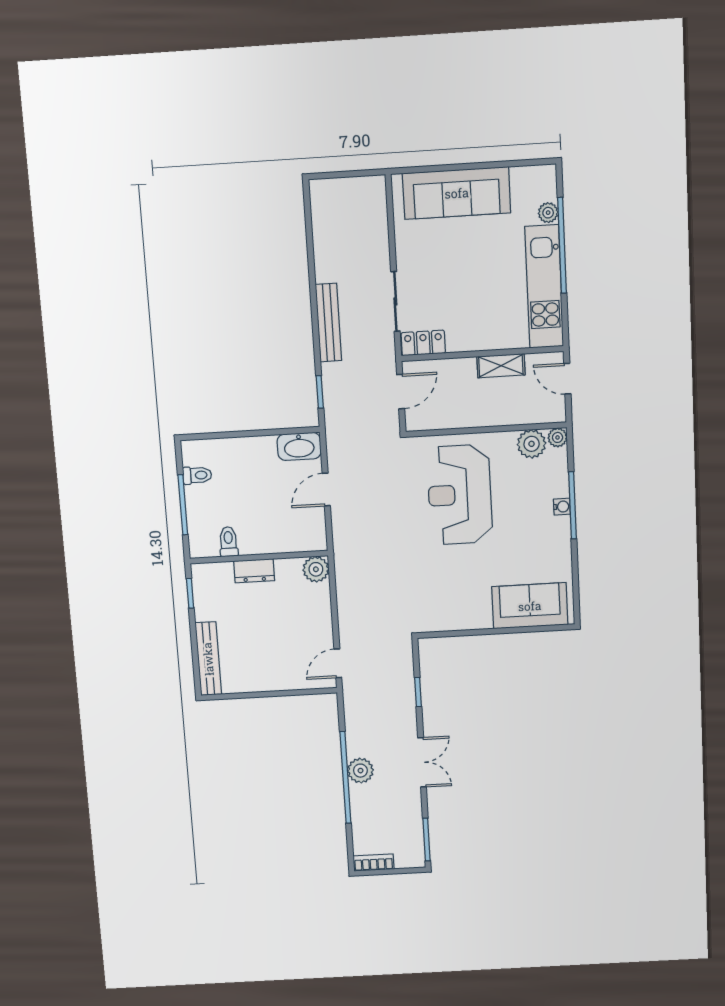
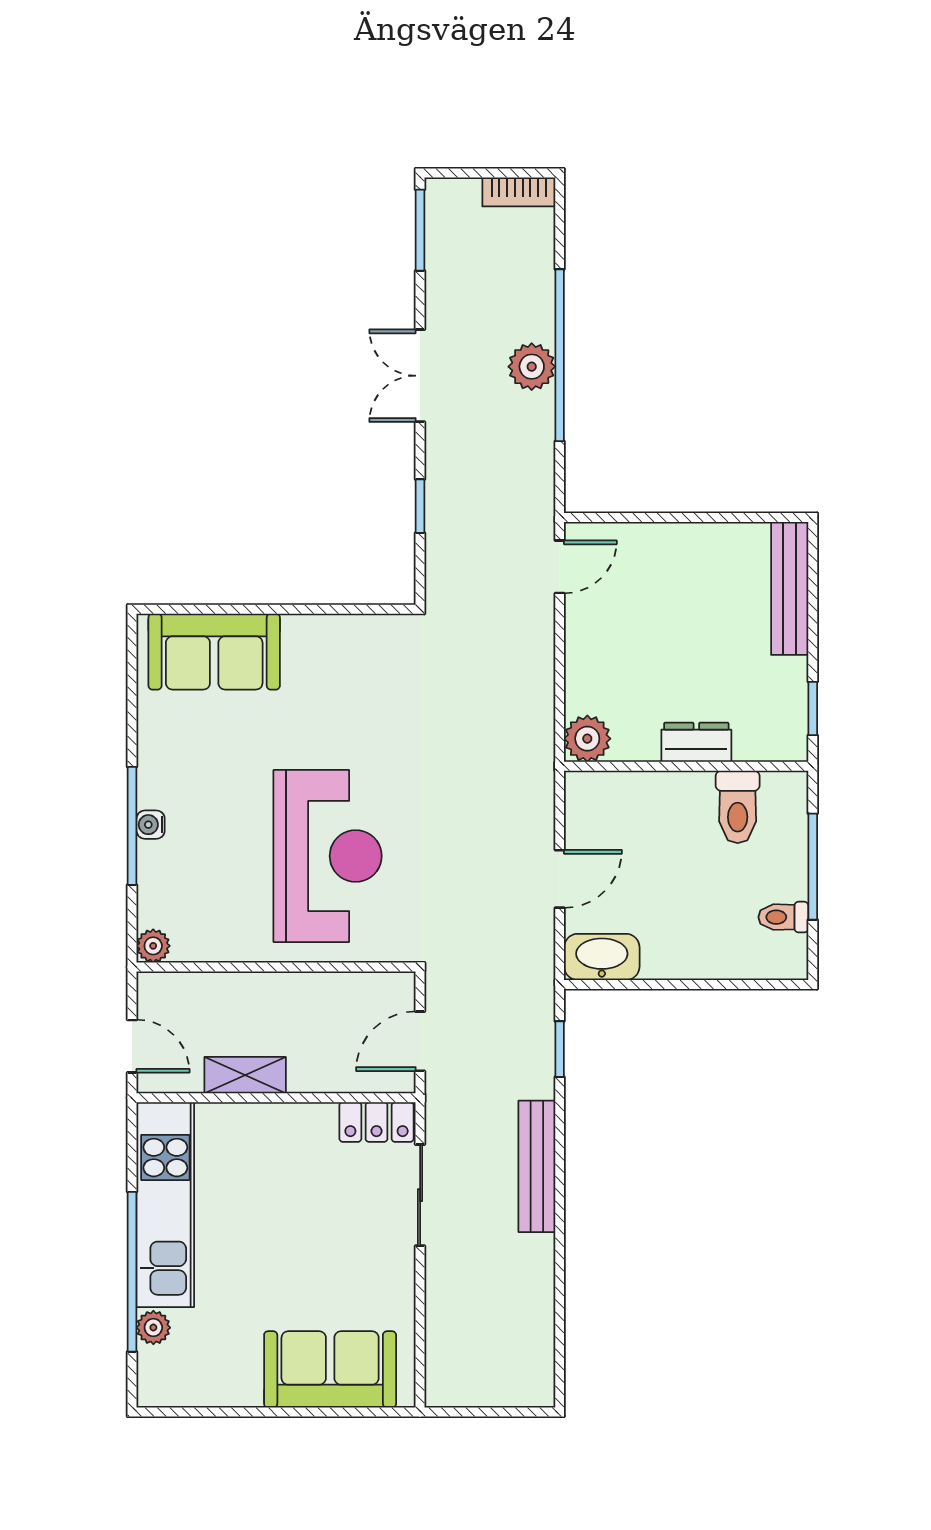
sofa: (457, 193) -> (330, 1369), width x0.73
plant: (532, 444) -> (199, 937), removed
toilet: (228, 542) -> (738, 807), width x1.37, depth x1.39

